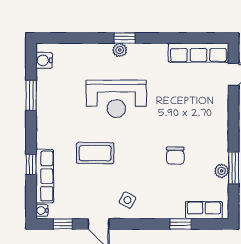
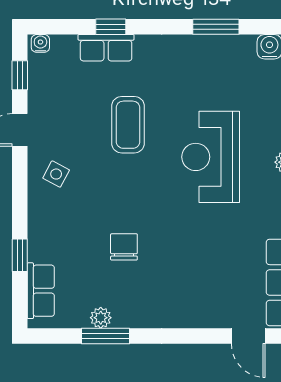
chair: (175, 156) -> (124, 247), turned 90
row of seats: (45, 176) -> (106, 48), width x0.68

